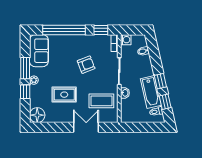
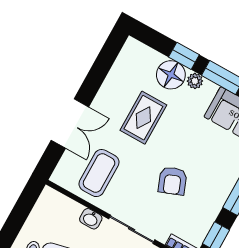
floor lamp: (37, 115) -> (171, 75), moved

